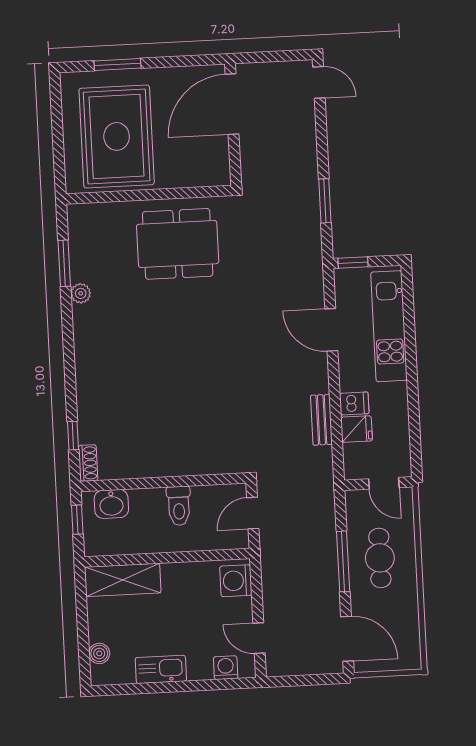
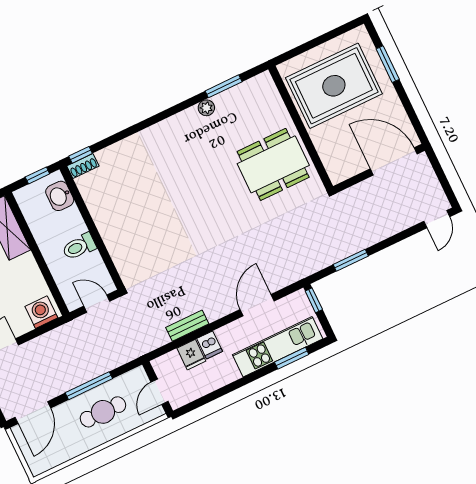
dining table: (178, 244) -> (273, 164), turned 90
window: (409, 316) -> (292, 358), added
window: (73, 436) -> (81, 155), moved

